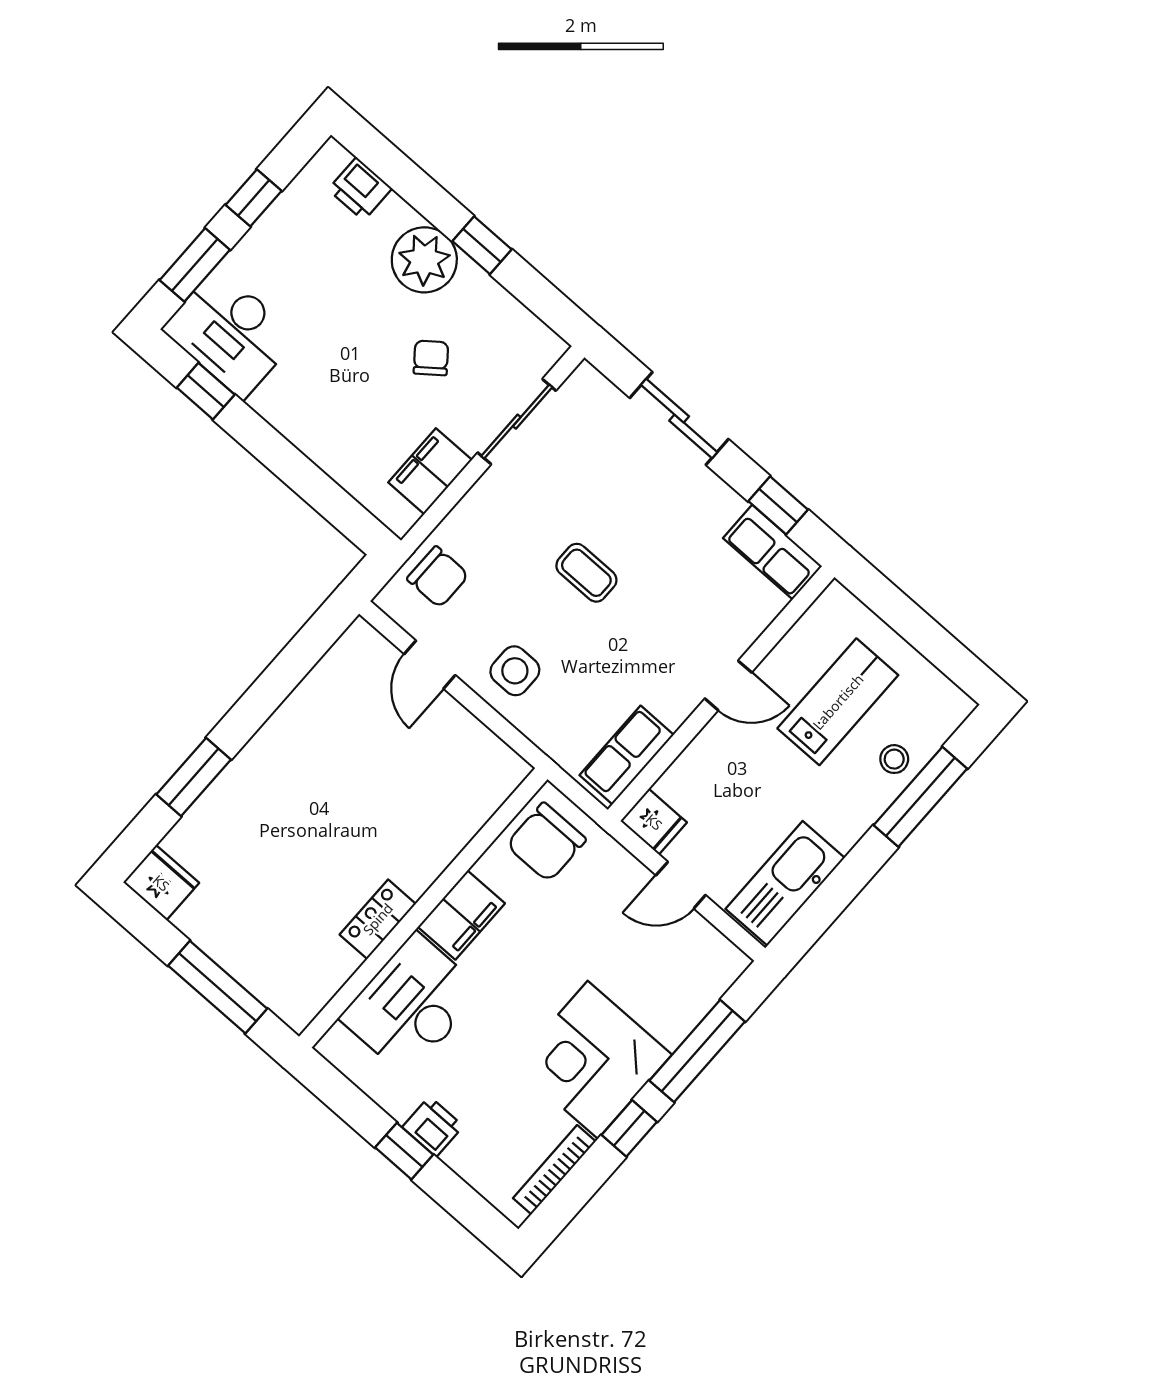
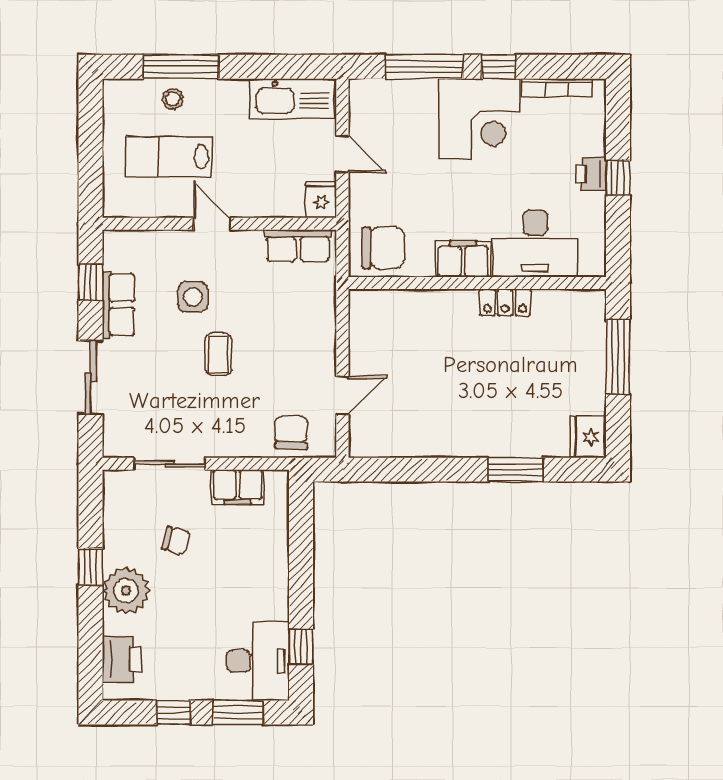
printer: (360, 189) -> (122, 659), width x1.36, depth x1.24
chair: (431, 358) -> (176, 540), turned -127
row of seats: (773, 552) -> (118, 305), moved
side table: (515, 671) -> (193, 297), moved

